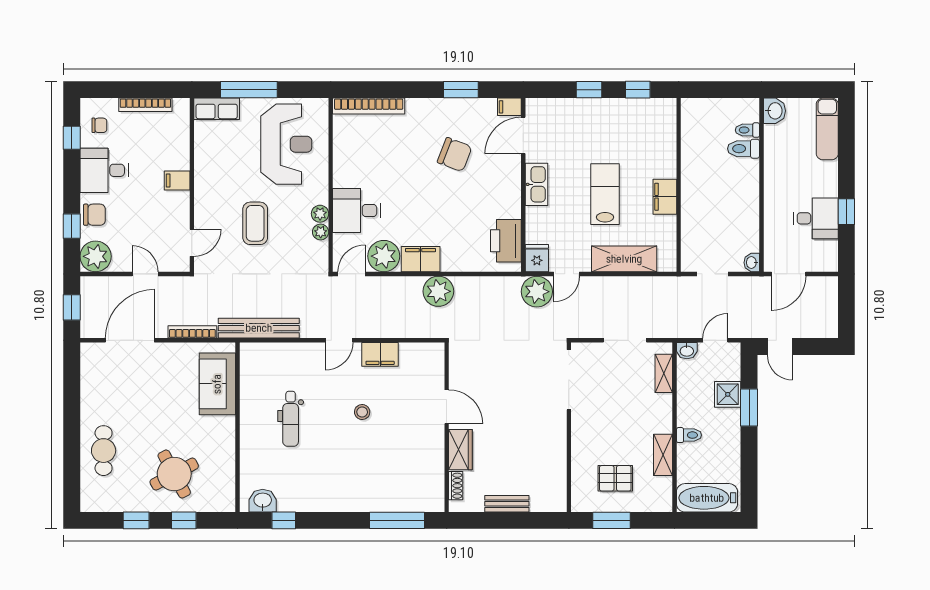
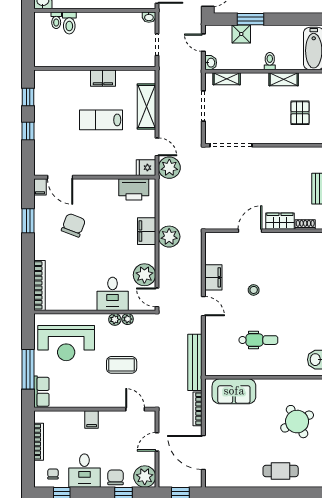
reception desk: (286, 144) -> (66, 343), turned 180
kitchen sink: (537, 184) -> (94, 168), removed
filing cabinet: (421, 259) -> (147, 231), moved

